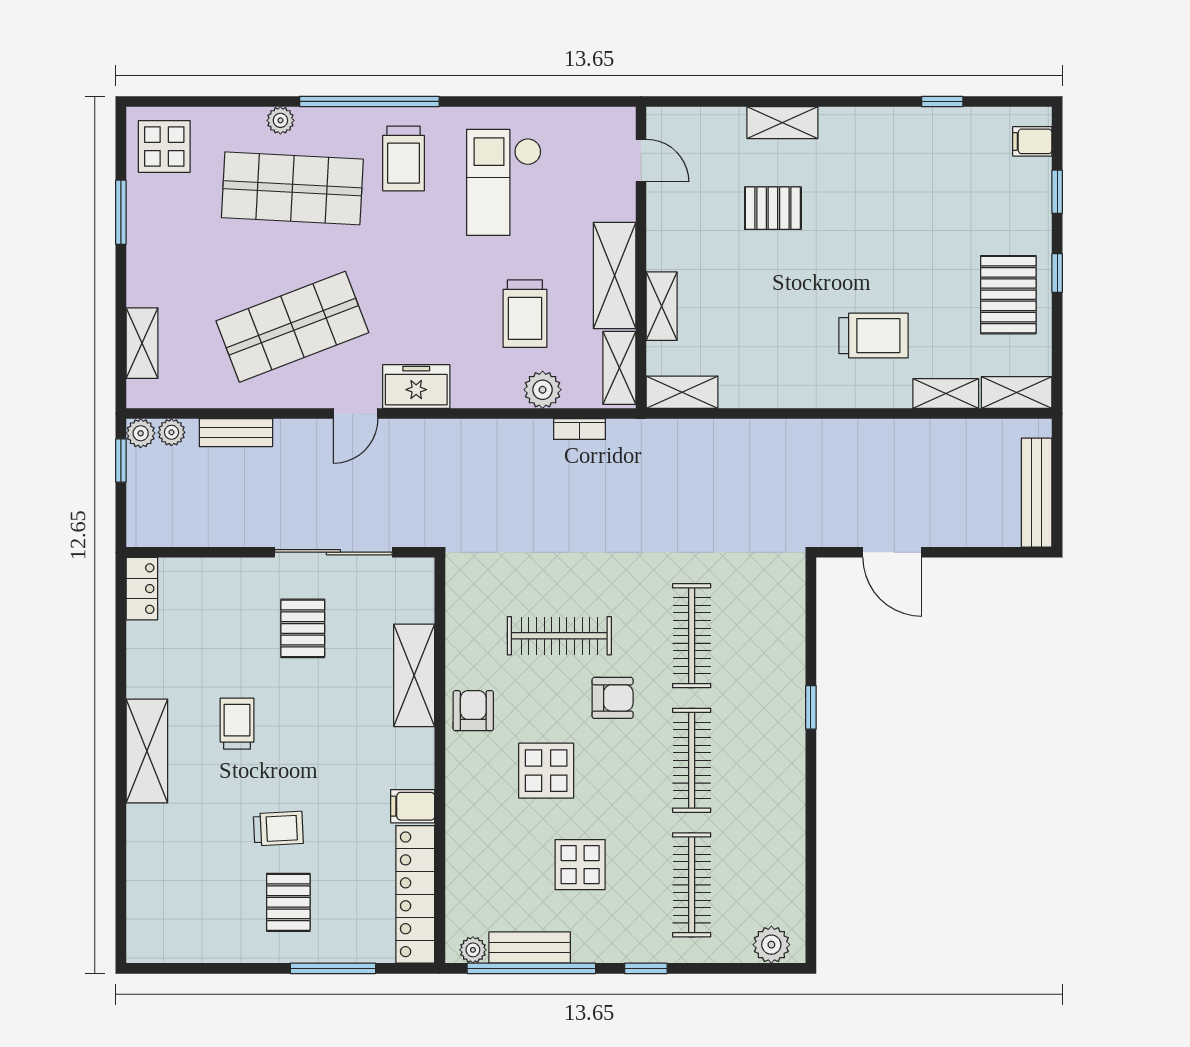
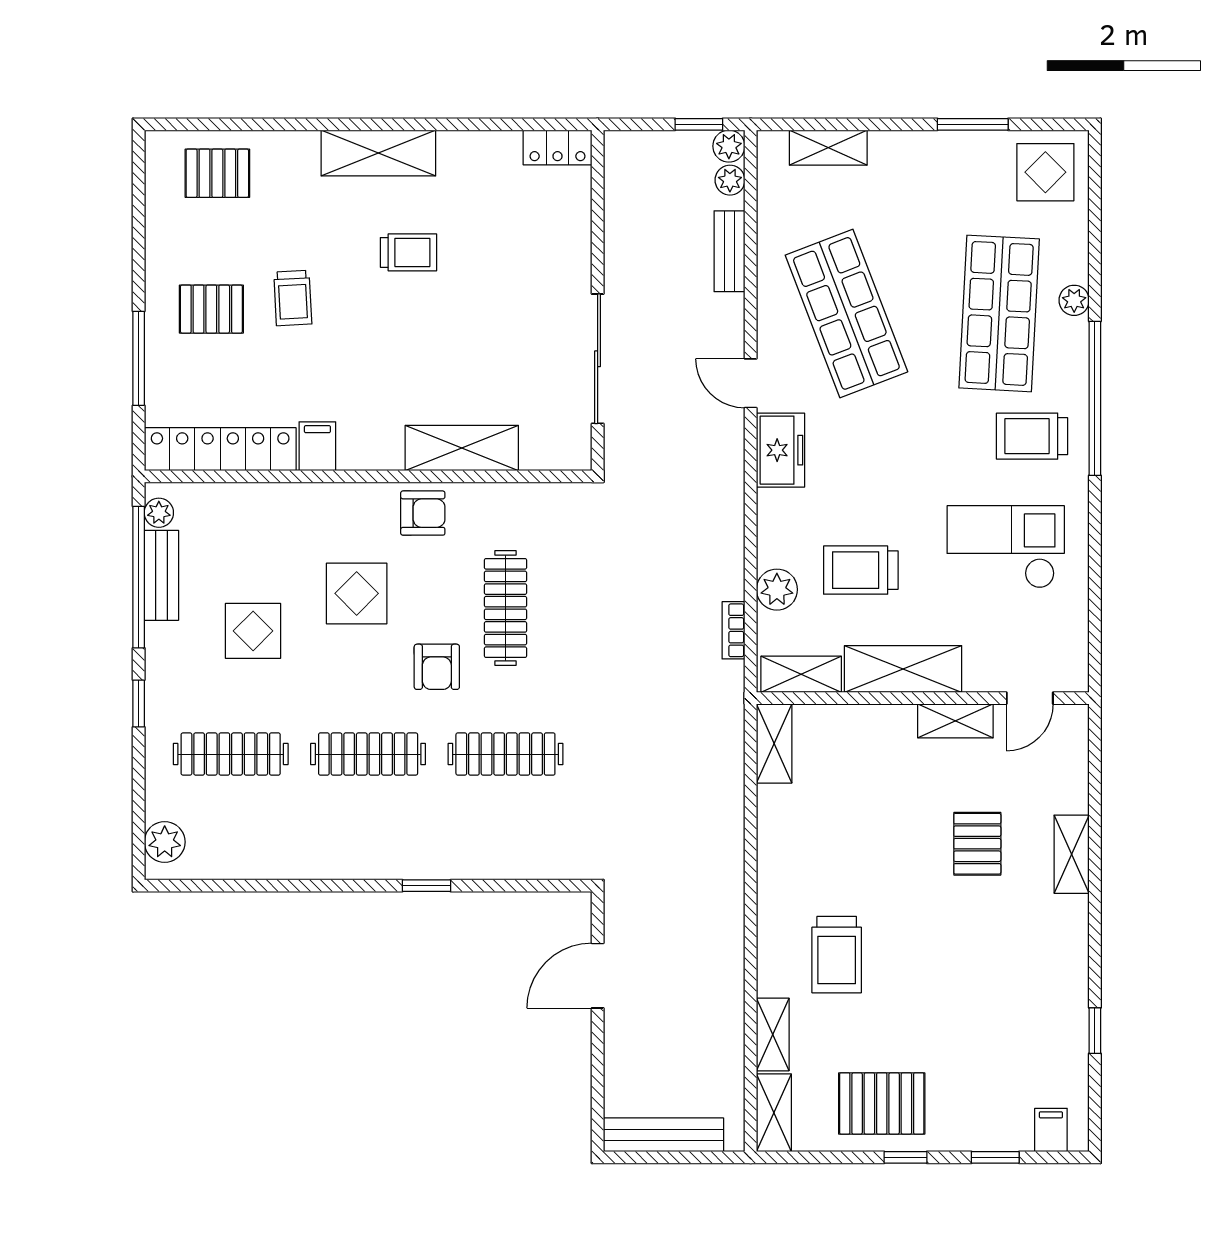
shelving: (662, 306) -> (955, 721), moved
pallet: (303, 628) -> (217, 173), moved

